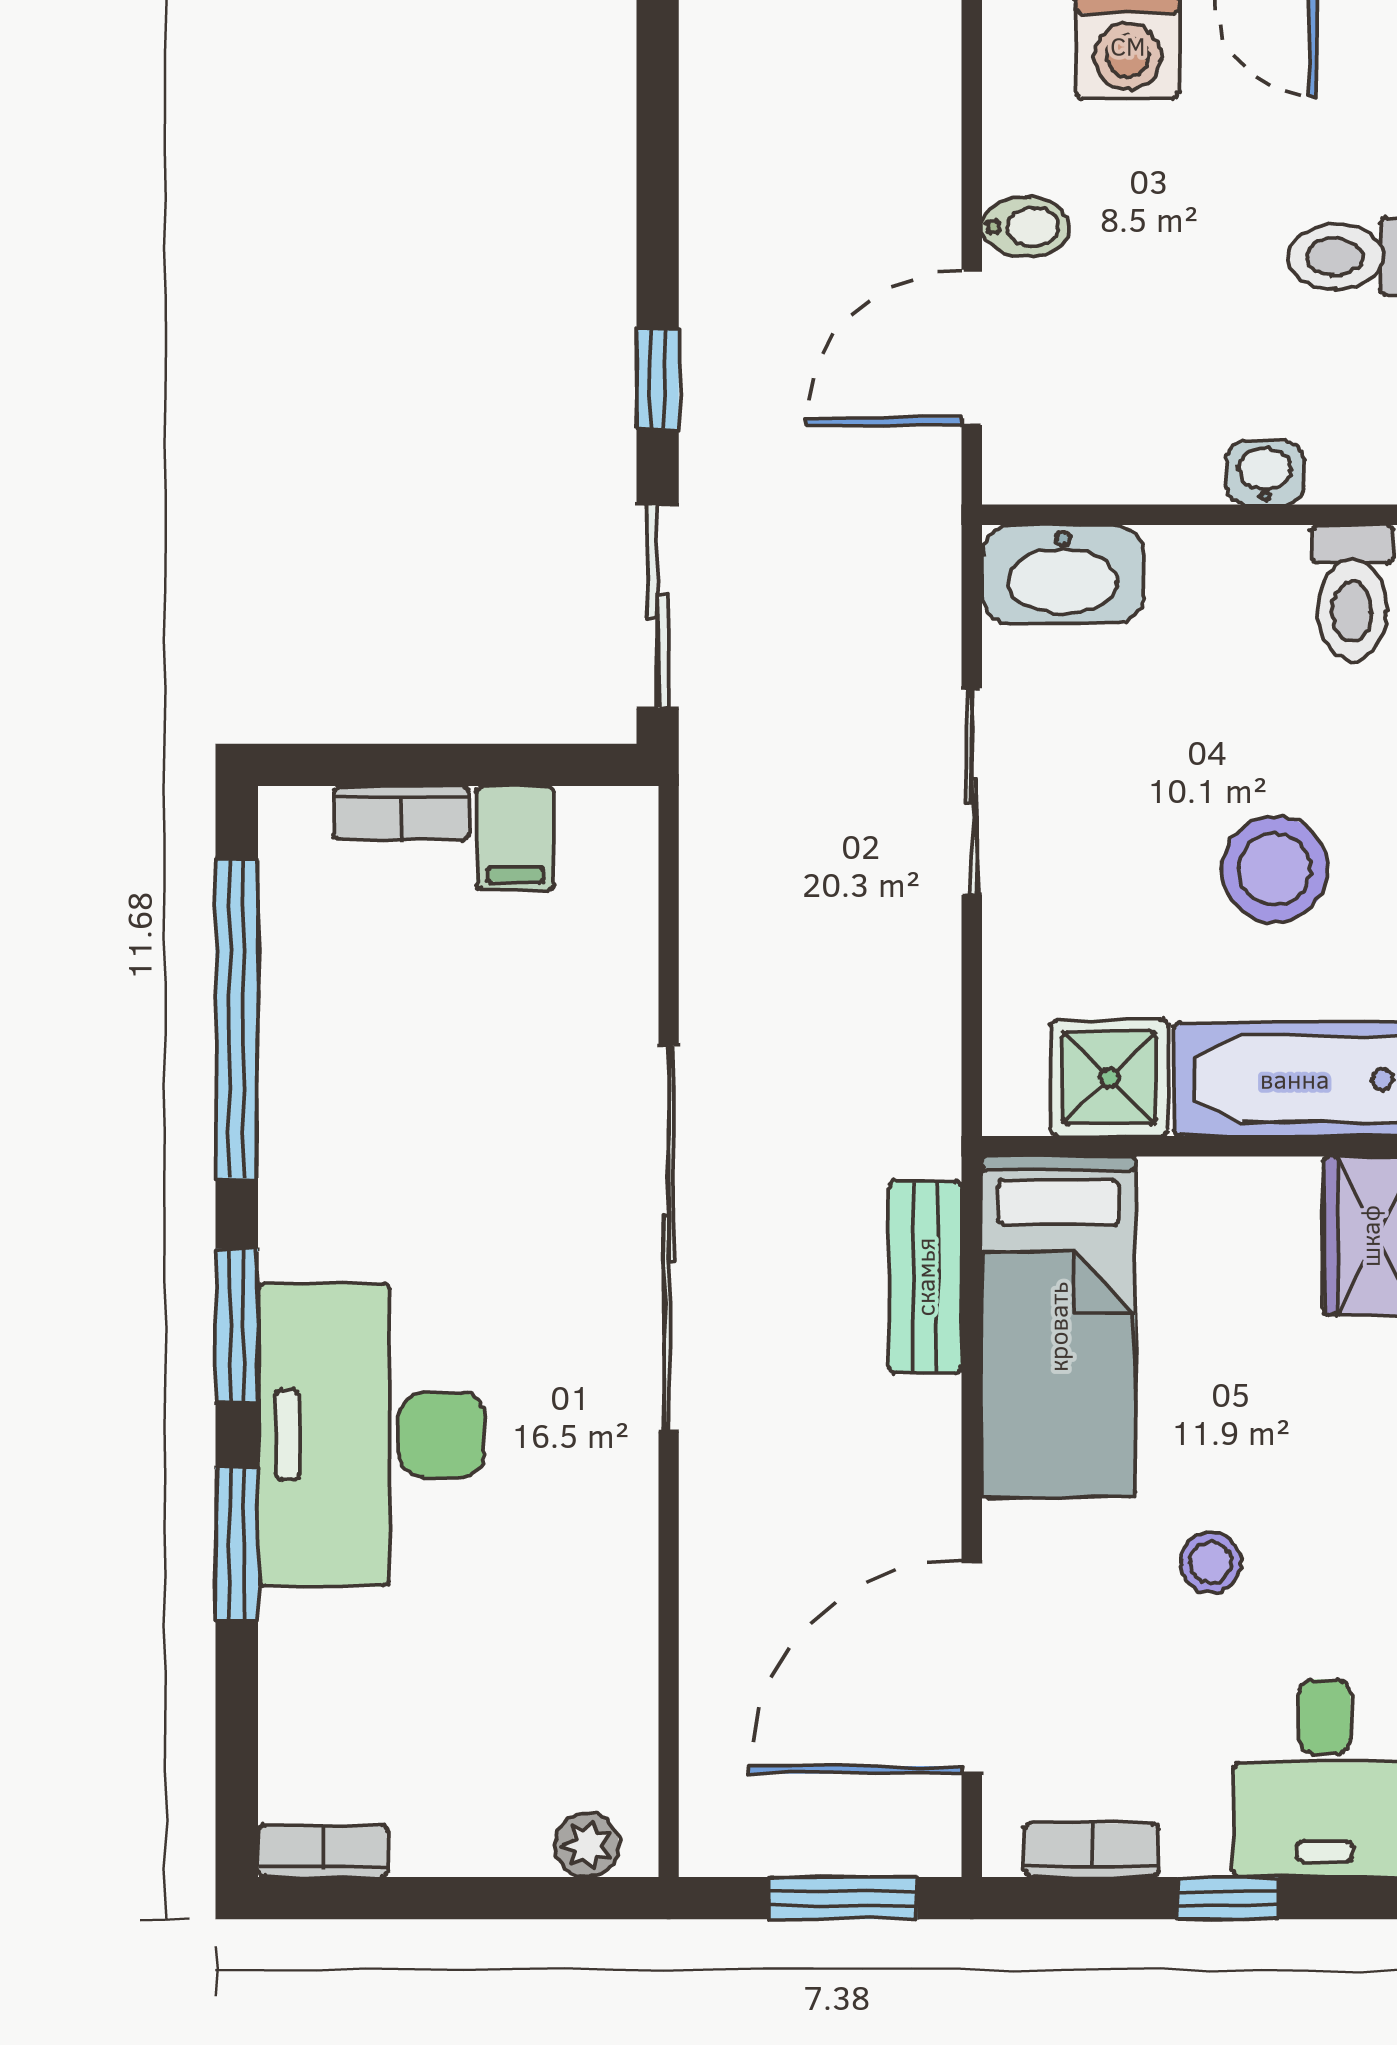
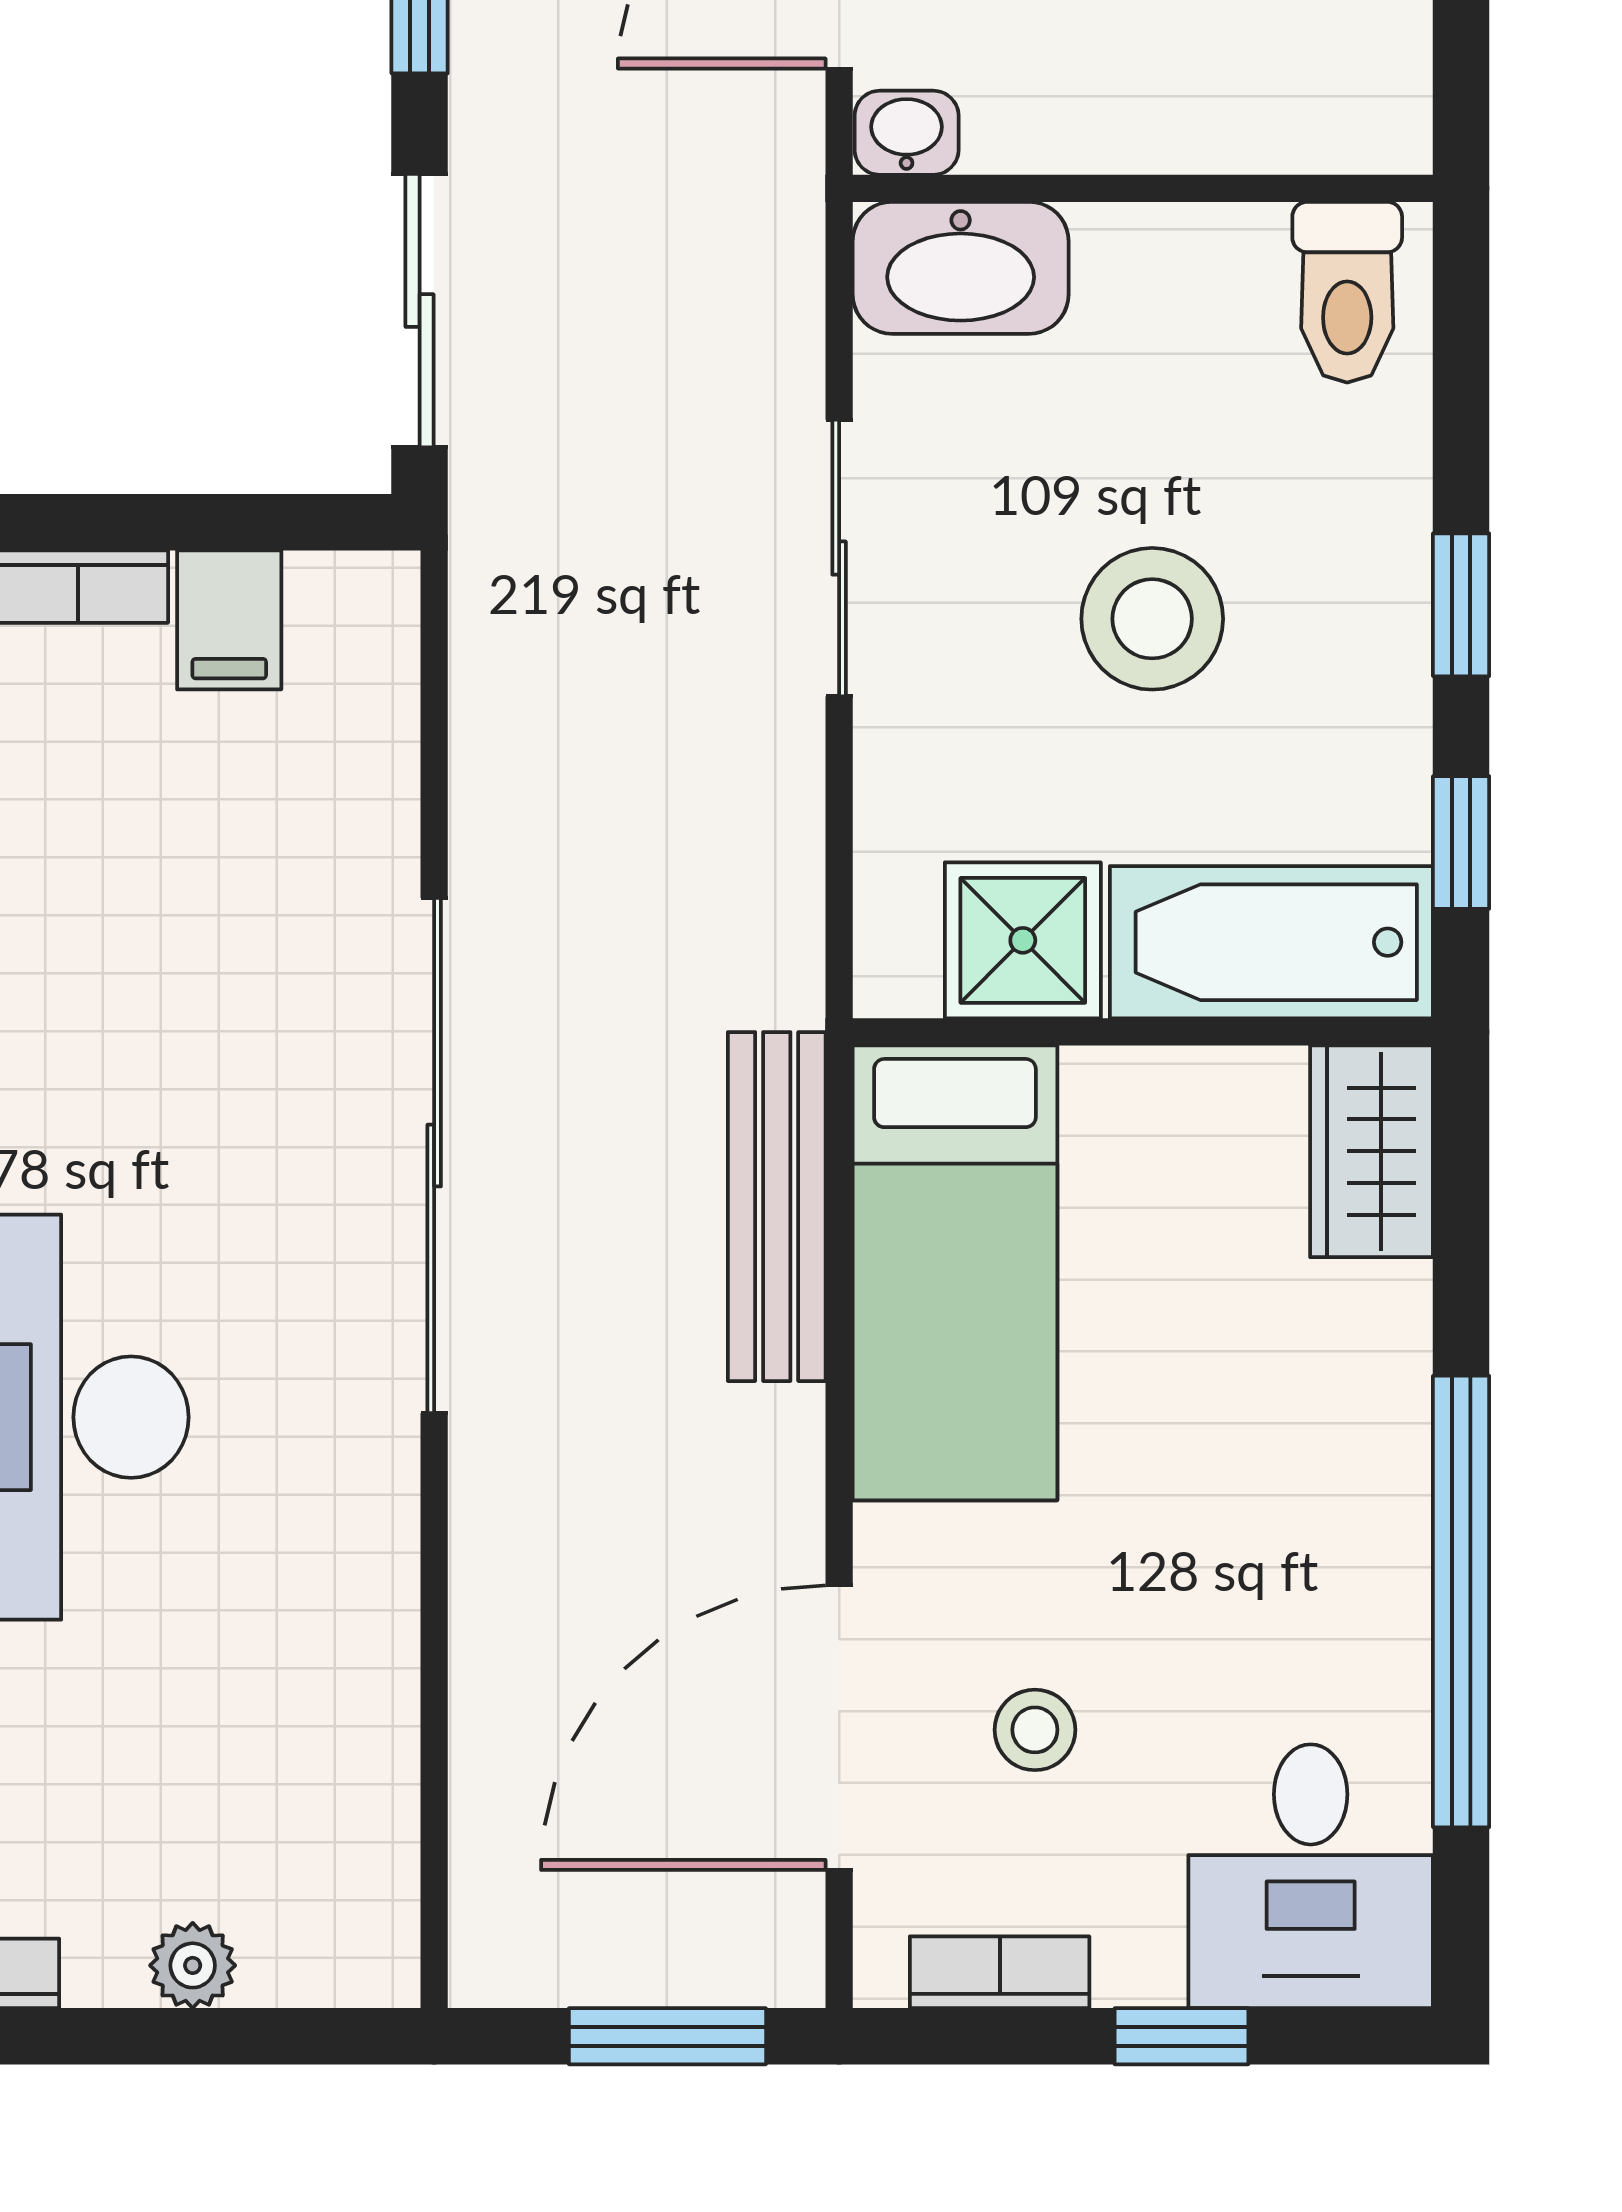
washbasin: (1265, 473) -> (907, 133), moved
stool: (1275, 869) -> (1152, 619), moved
bench: (925, 1277) -> (777, 1207), width x1.36
stool: (1211, 1563) -> (1035, 1730), moved
plant: (587, 1845) -> (193, 1965), moved

